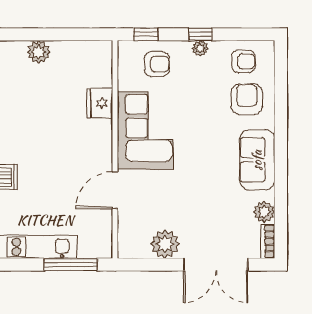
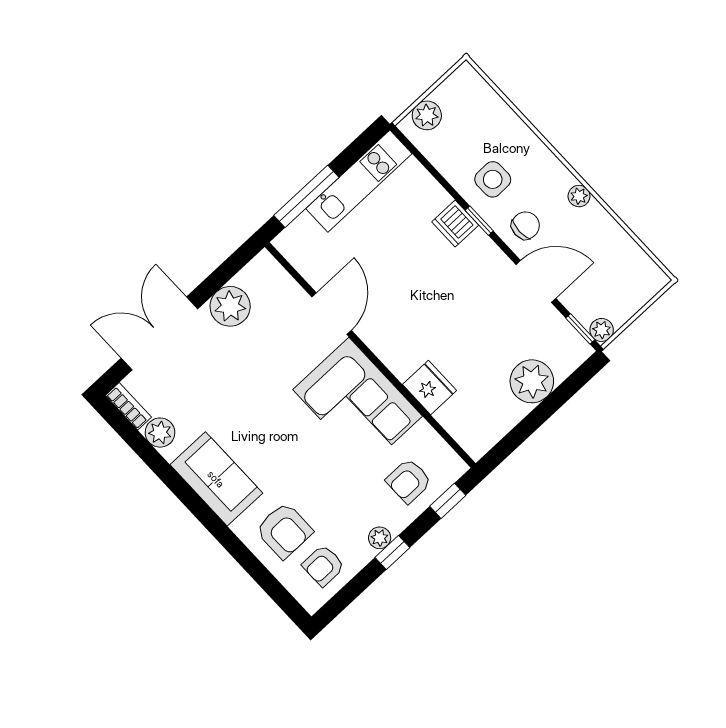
plant: (39, 52) -> (532, 381), width x1.36, depth x1.36

